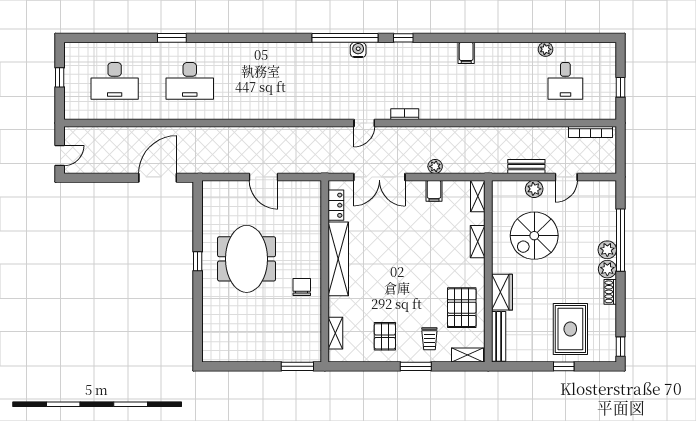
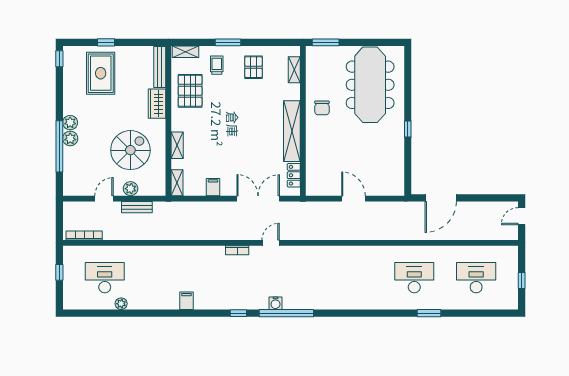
desk: (565, 81) -> (105, 278), width x1.37
plant: (435, 166) -> (212, 207), removed
meeting table: (247, 259) -> (370, 85), moved, width x1.36
shoe rack: (610, 292) -> (68, 104), removed

